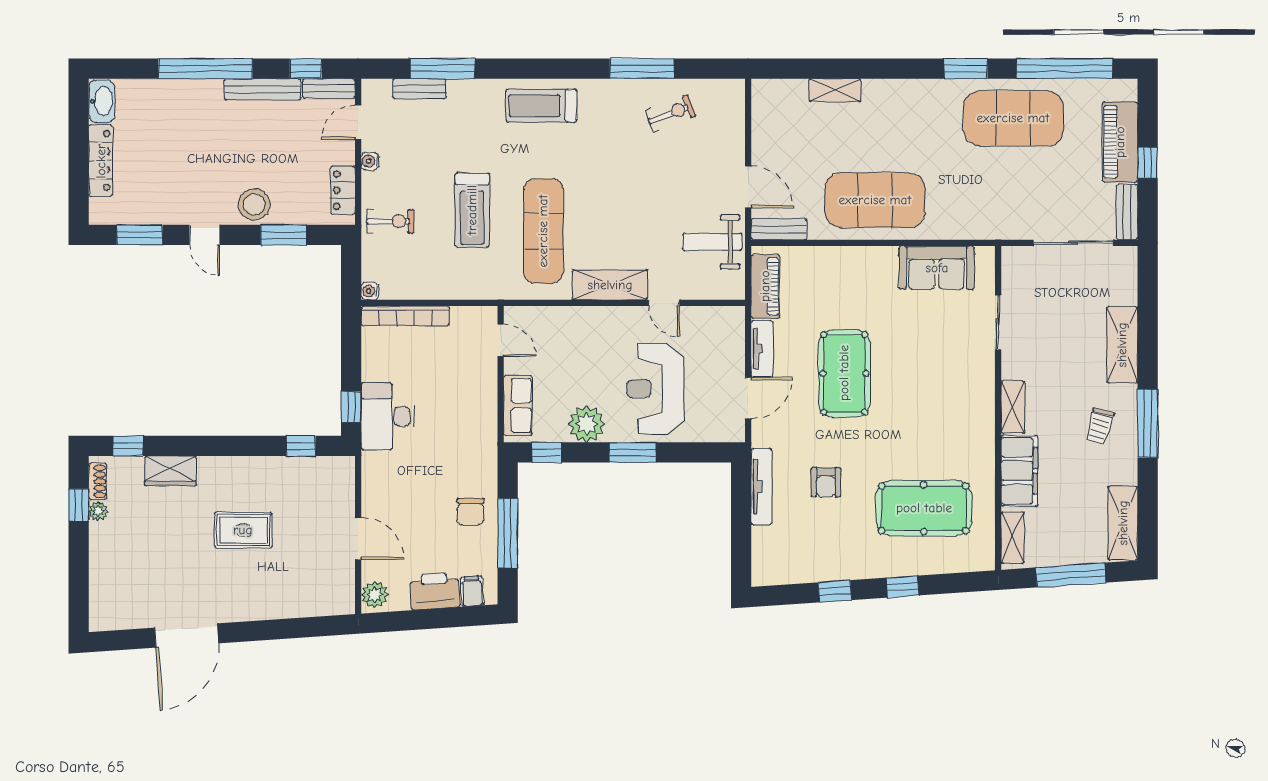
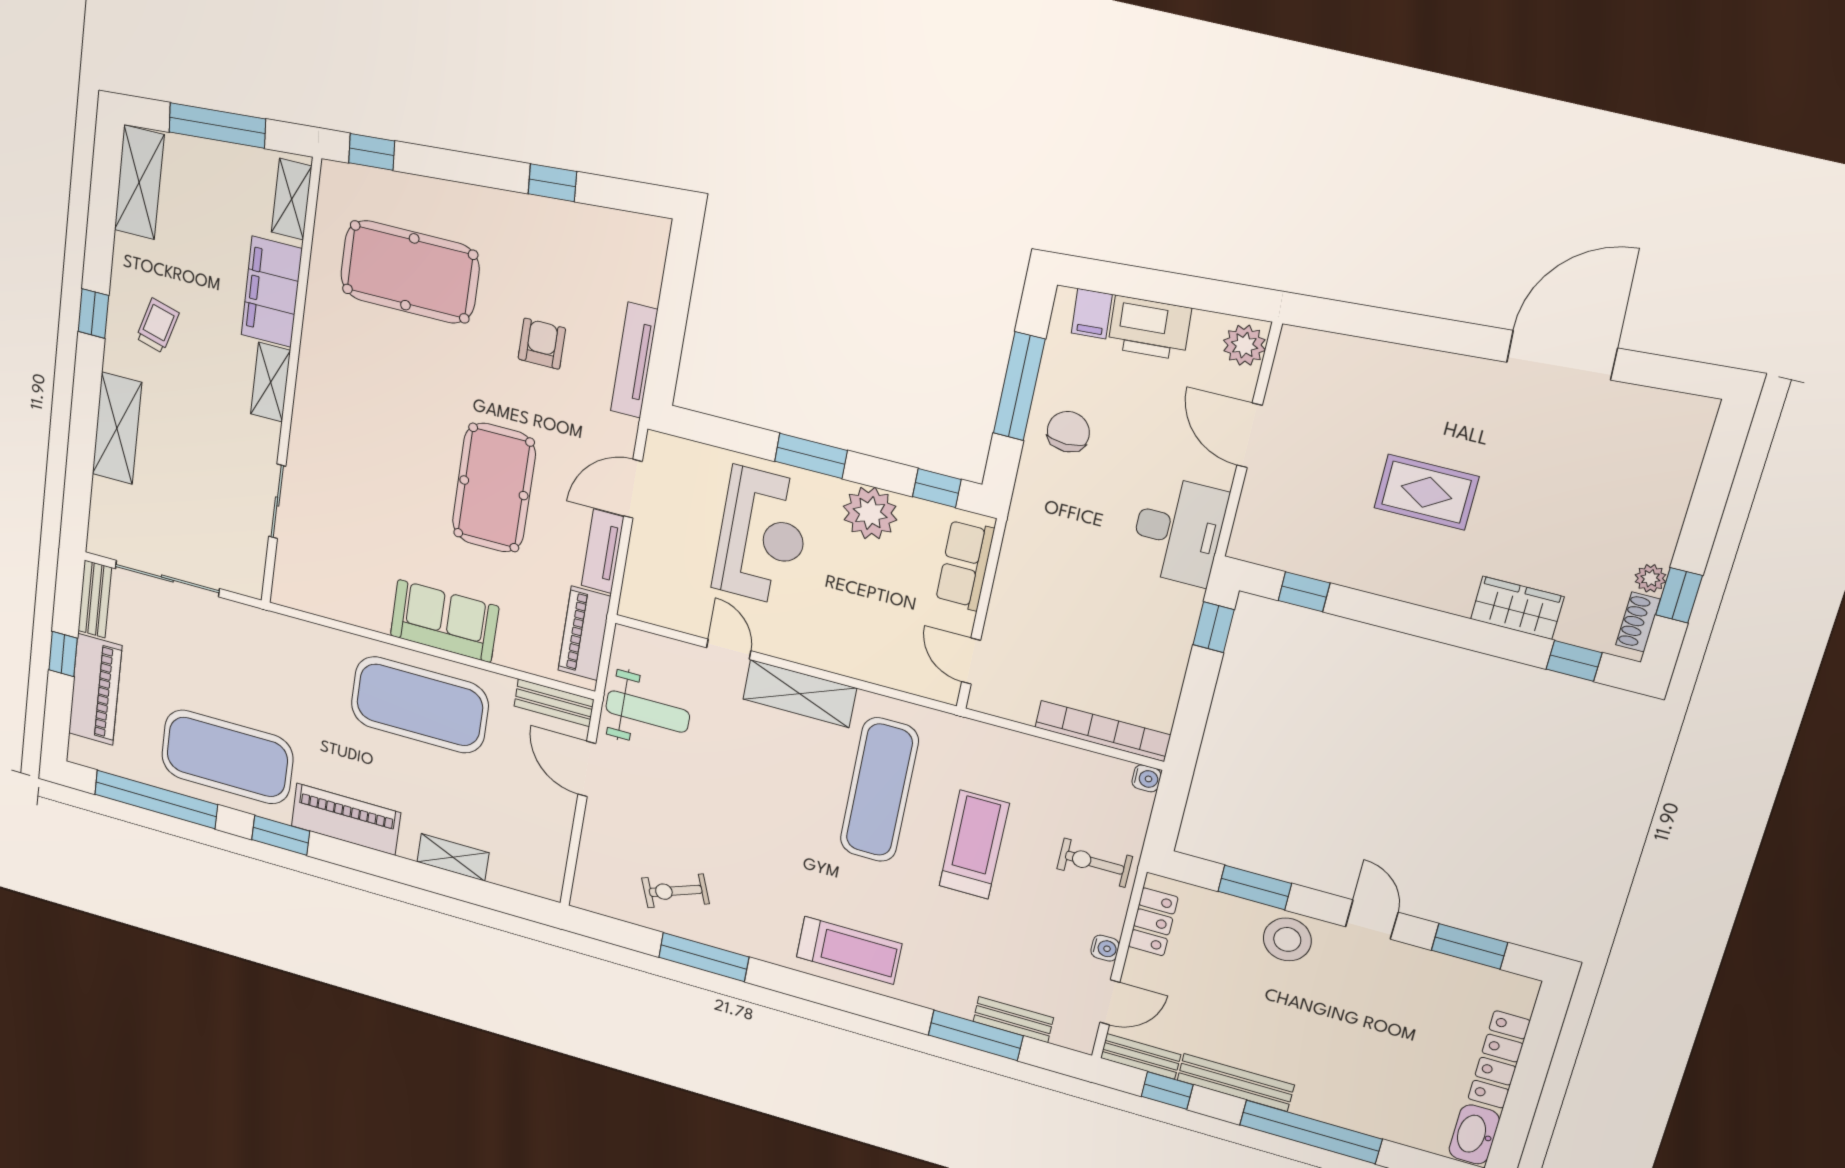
piano: (918, 96) -> (346, 819), added
sofa: (937, 268) -> (444, 621), moved
desk: (388, 416) -> (1178, 531), moved
window: (1148, 423) -> (93, 314), width x0.46
window: (903, 587) -> (372, 152), moved

